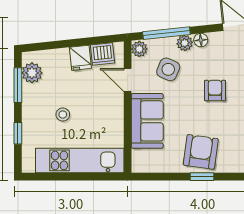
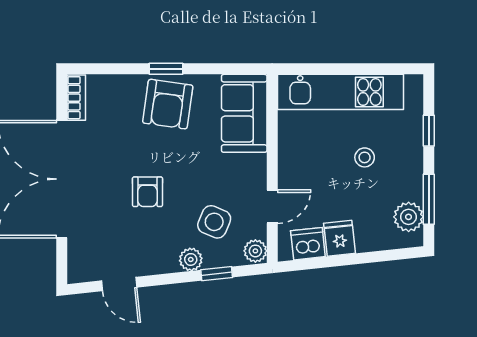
window: (166, 33) -> (217, 274), width x0.46
floor lamp: (201, 40) -> (168, 264), removed
door: (128, 80) -> (272, 207), hinge flipped
sofa: (147, 121) -> (244, 113), moved

